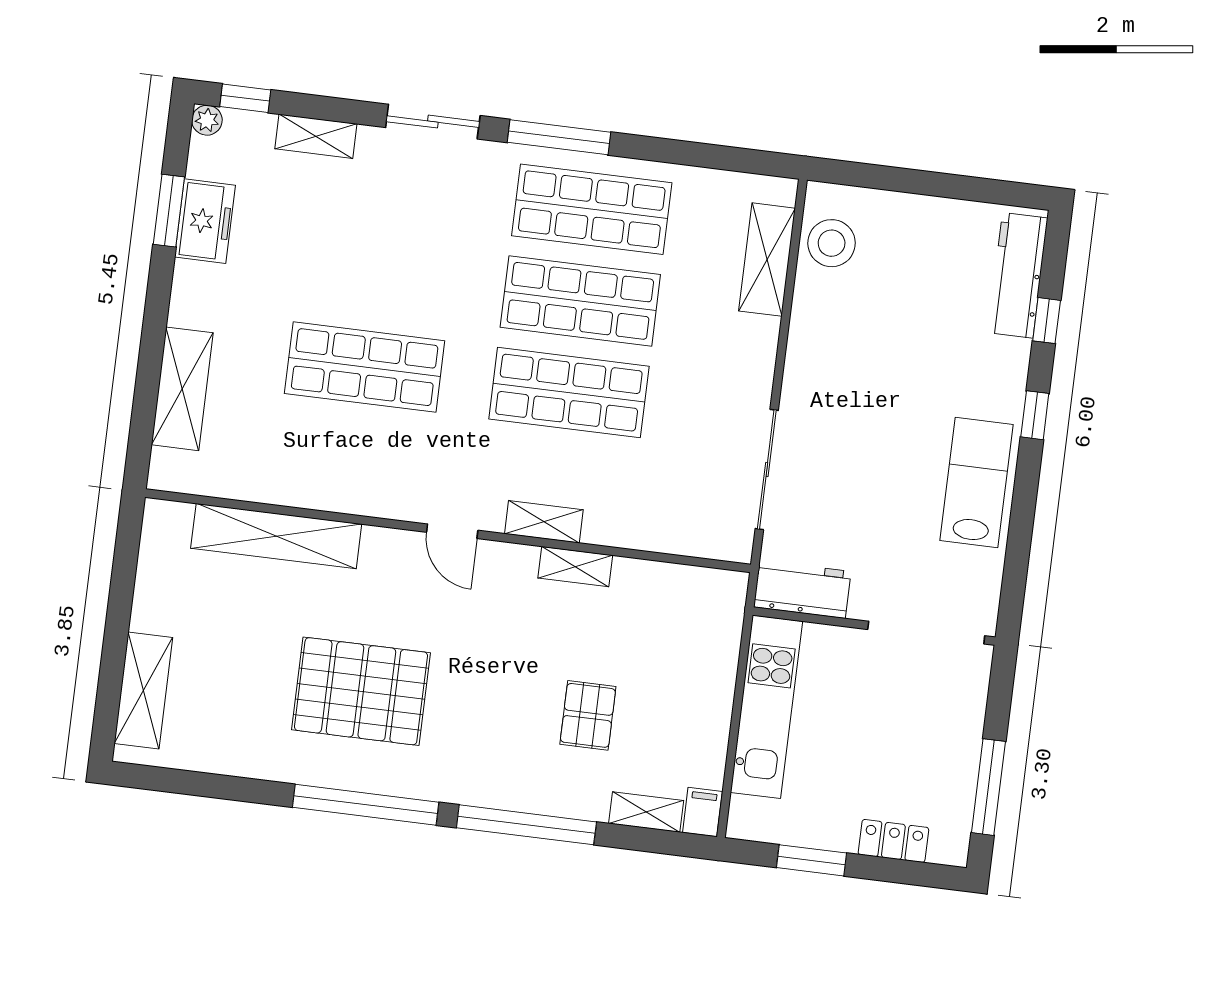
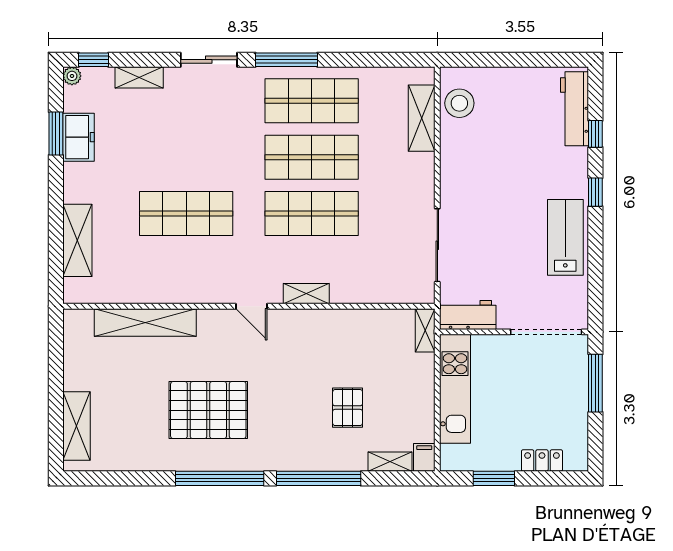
shelving: (575, 567) -> (425, 330), moved, turned 90
window: (988, 787) -> (595, 383), moved

